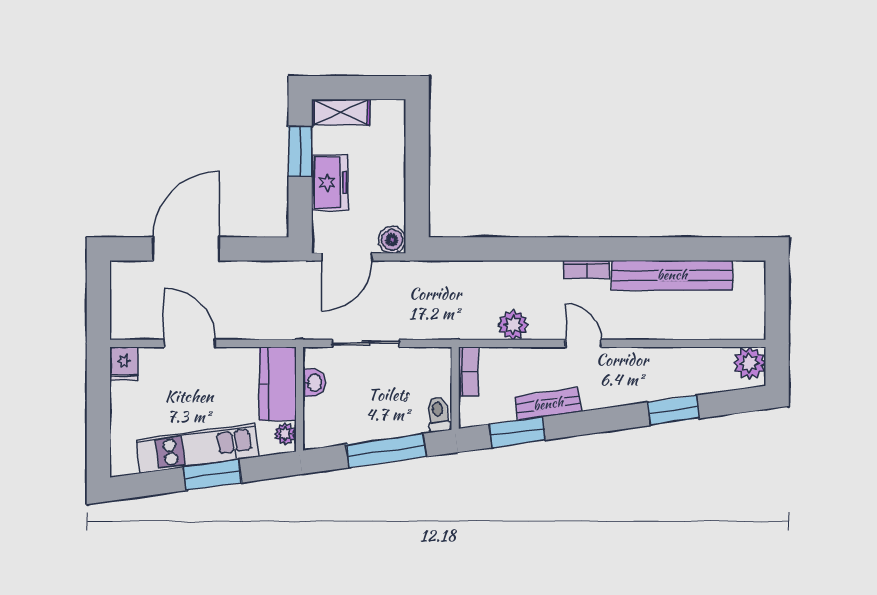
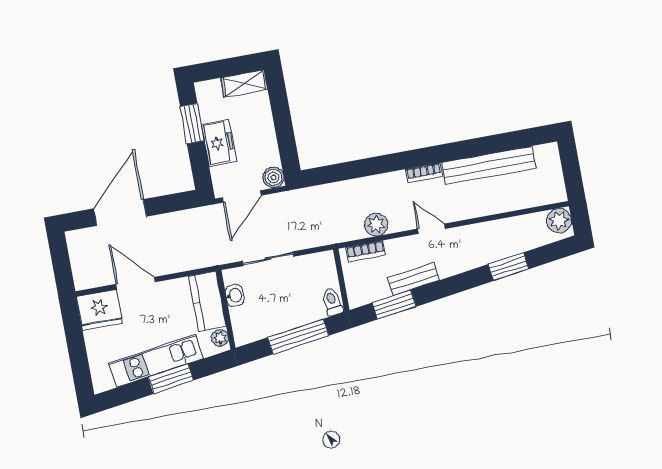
shelving: (341, 112) -> (244, 83), moved
fridge: (124, 364) -> (99, 310), width x1.88, depth x1.34
bookcase: (468, 371) -> (366, 251), moved, turned 90

